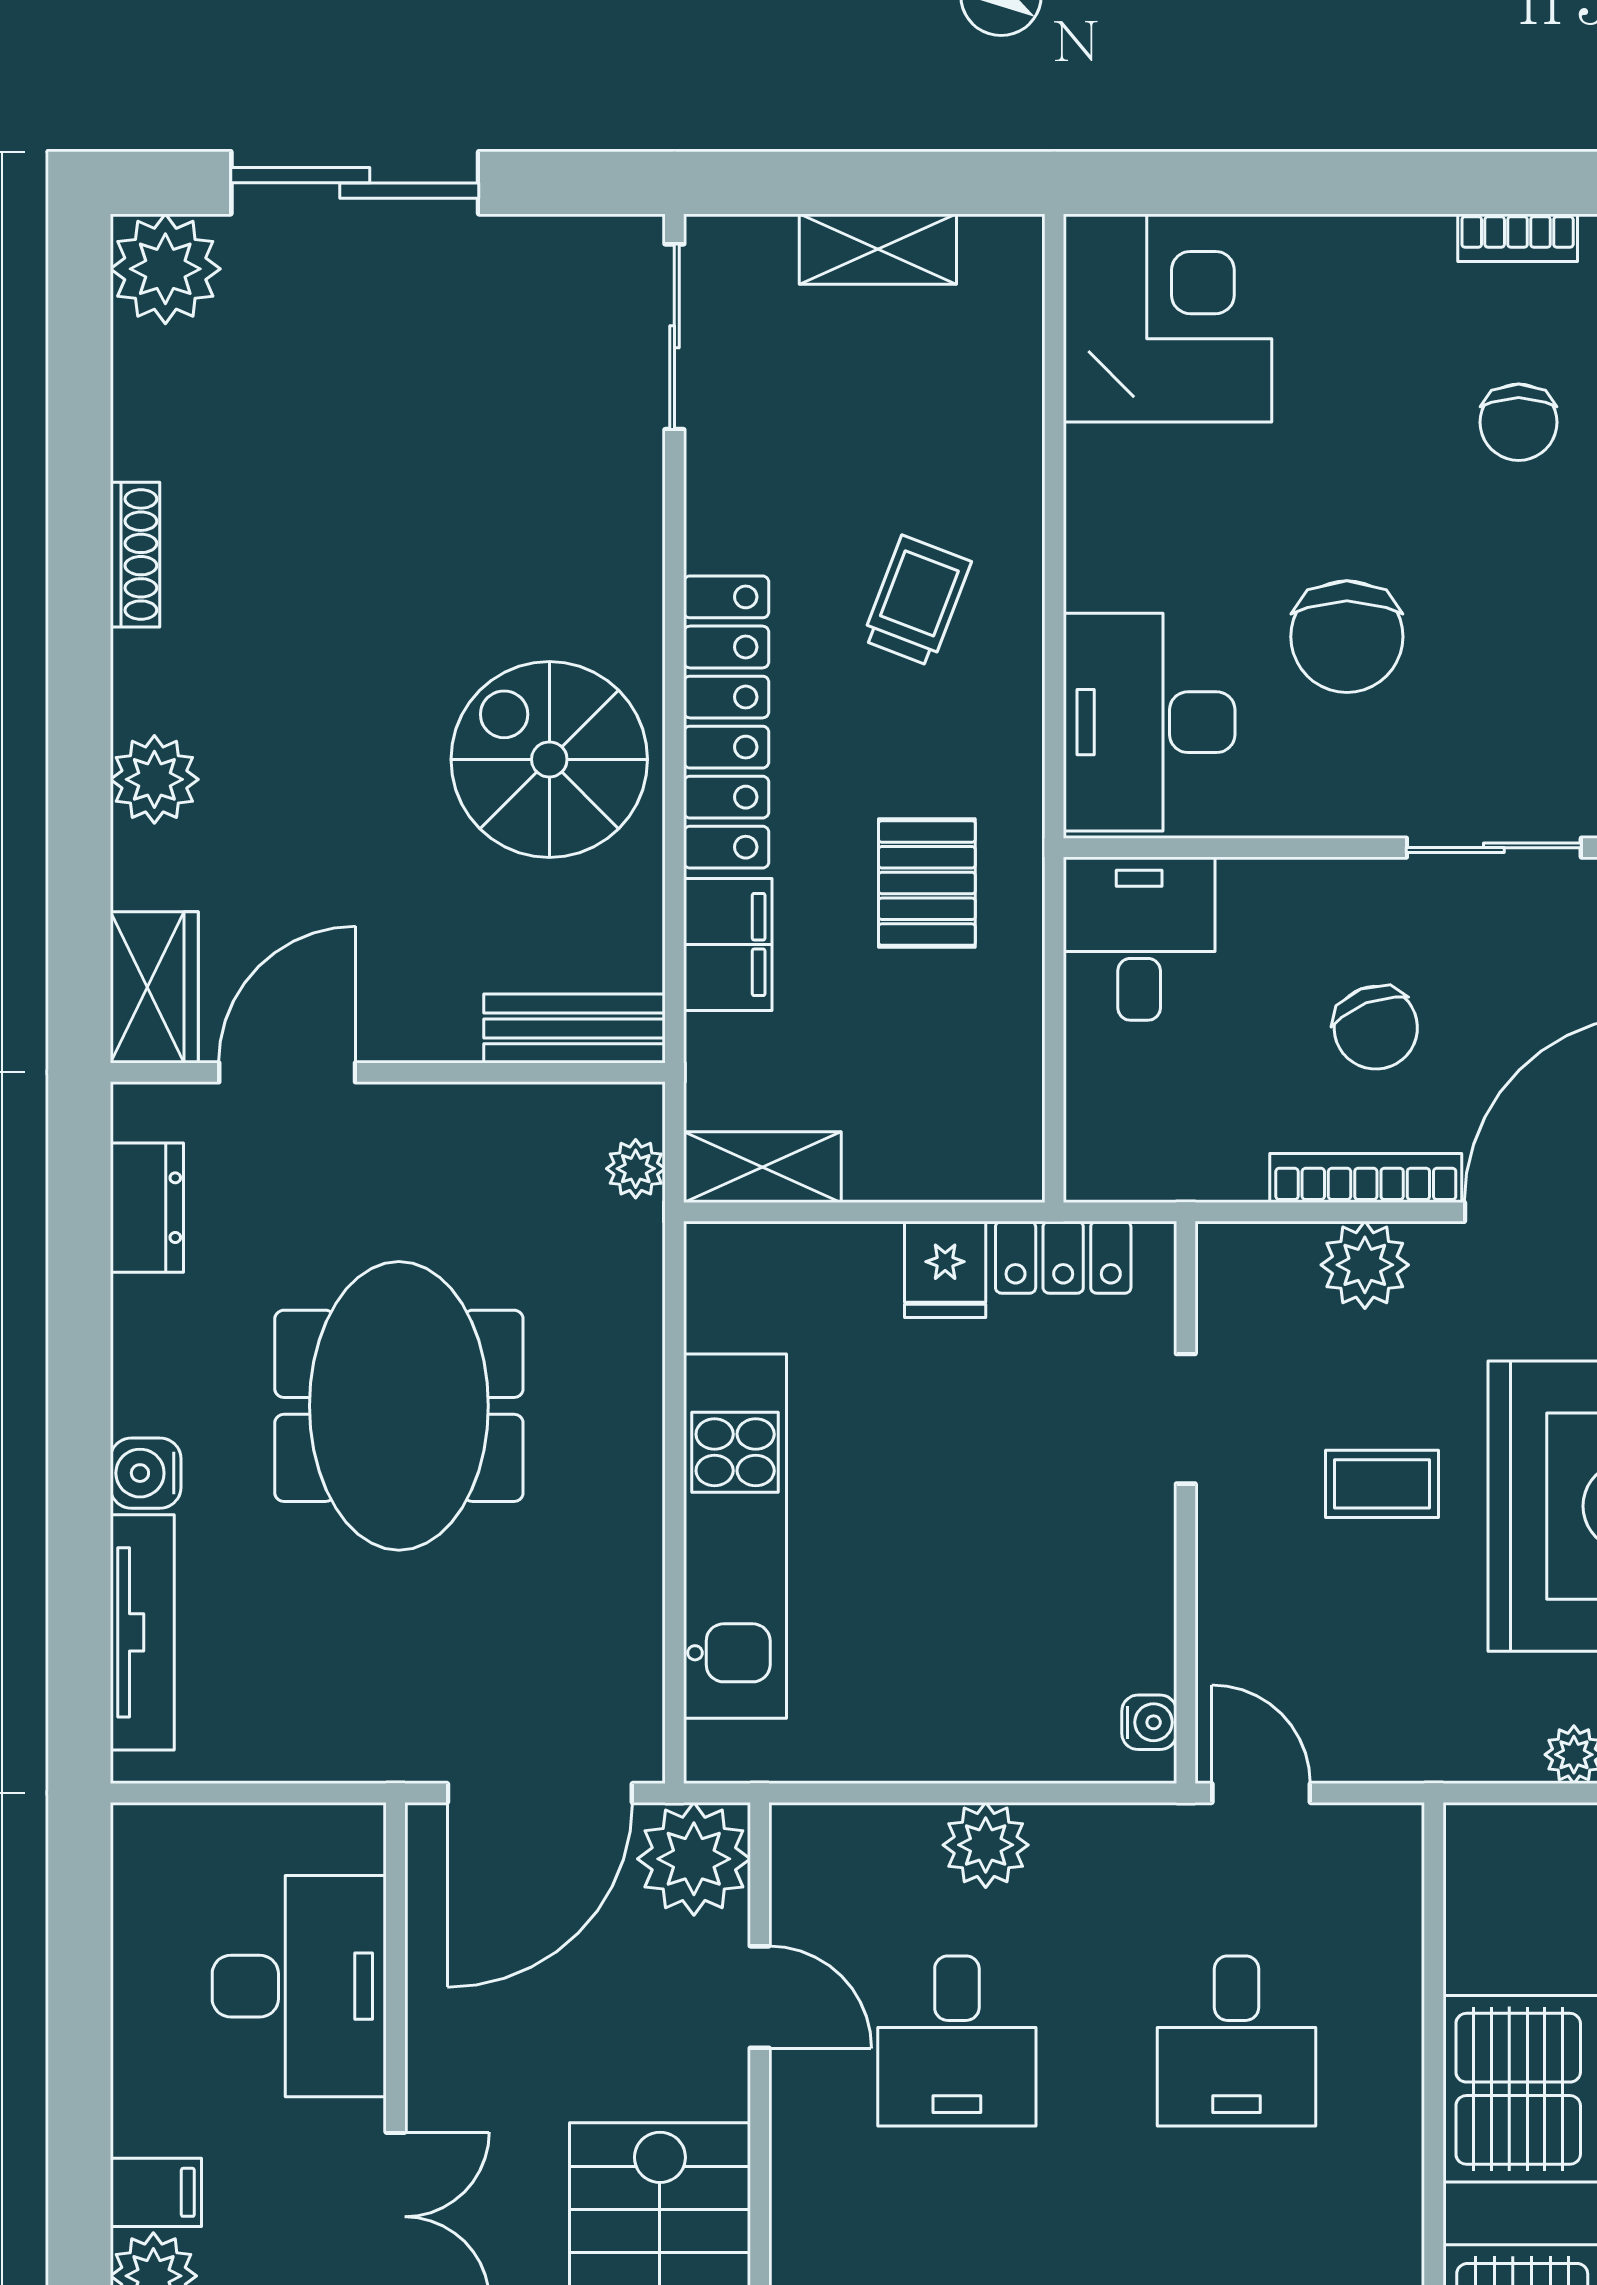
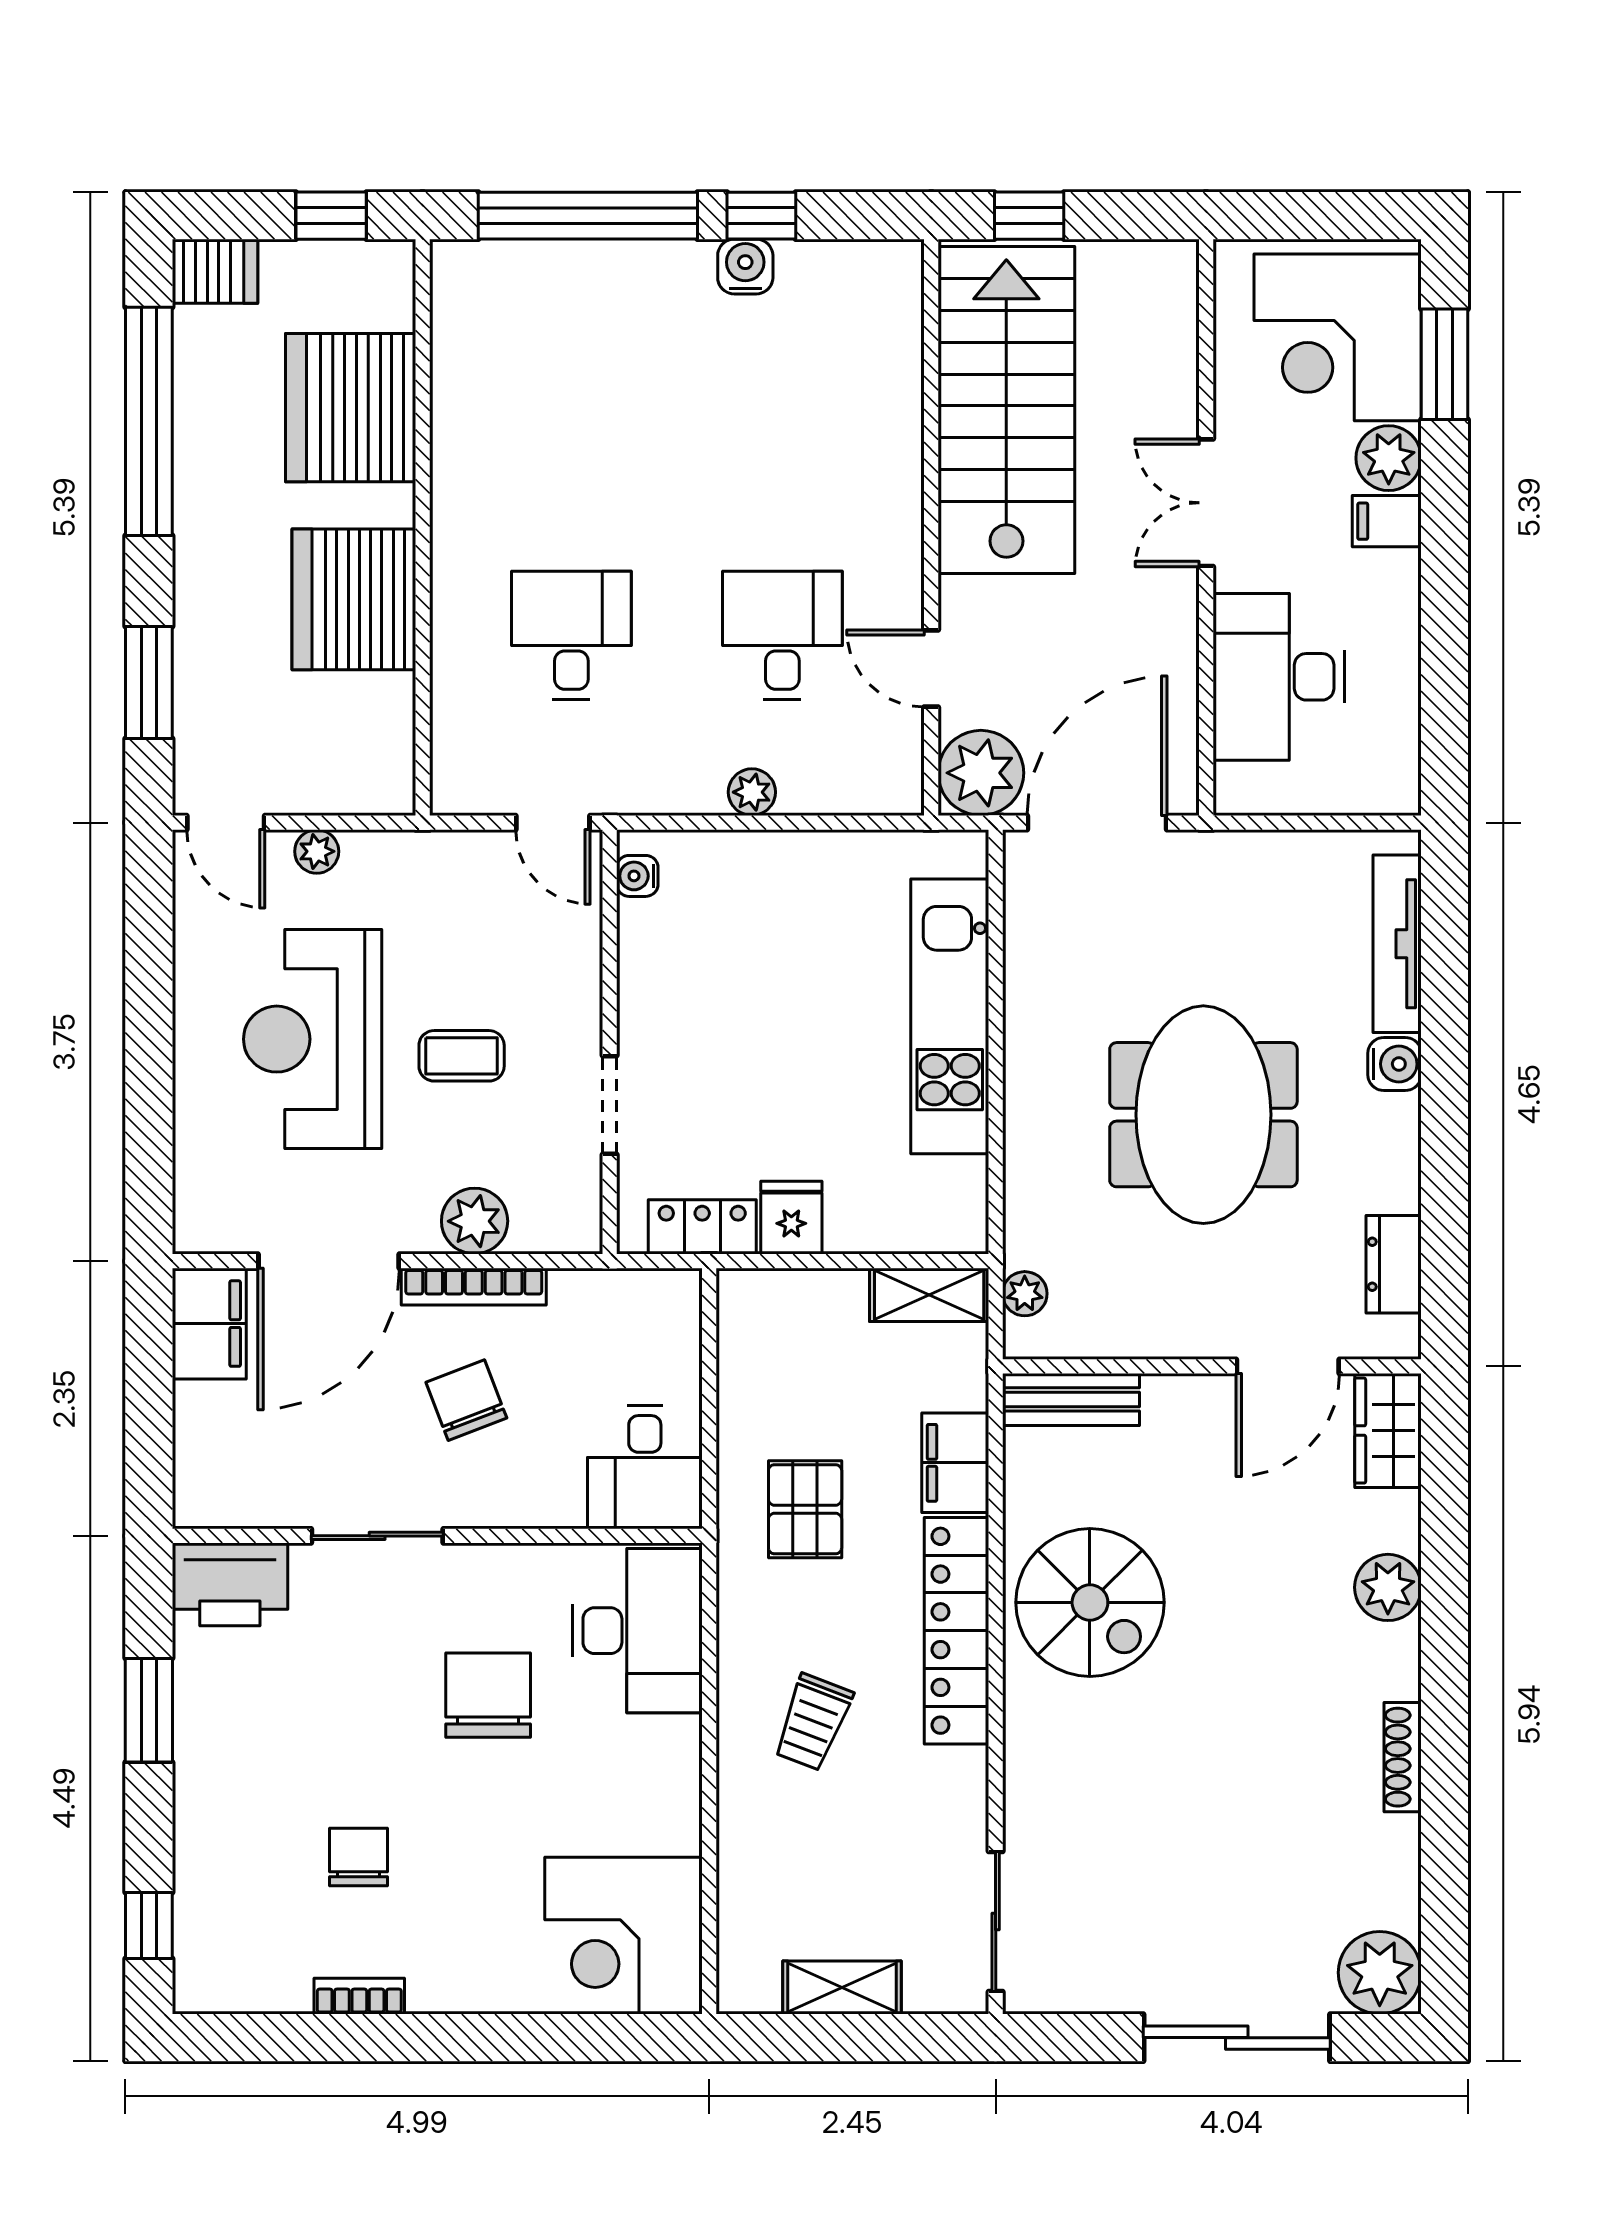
plant: (986, 1845) -> (752, 792), width x0.73, depth x0.73

